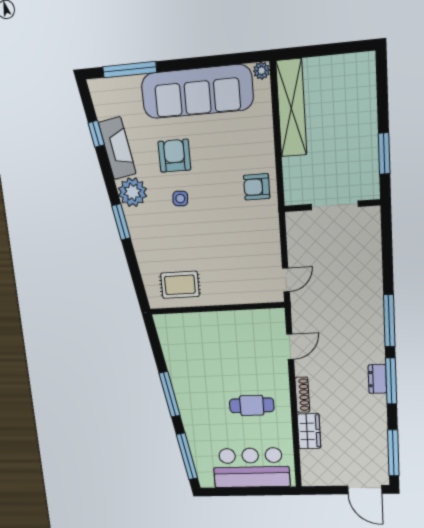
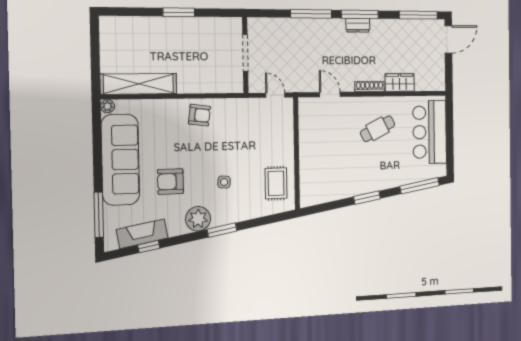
fireplace: (117, 148) -> (142, 234), moved
armchair: (257, 187) -> (199, 115), turned -83
side table: (180, 199) -> (224, 182), moved
doorway: (335, 205) -> (245, 53), moved
wall: (332, 206) -> (245, 55), moved
window: (170, 394) -> (367, 198), width x0.69
cafe table: (252, 405) -> (378, 129), turned 63

